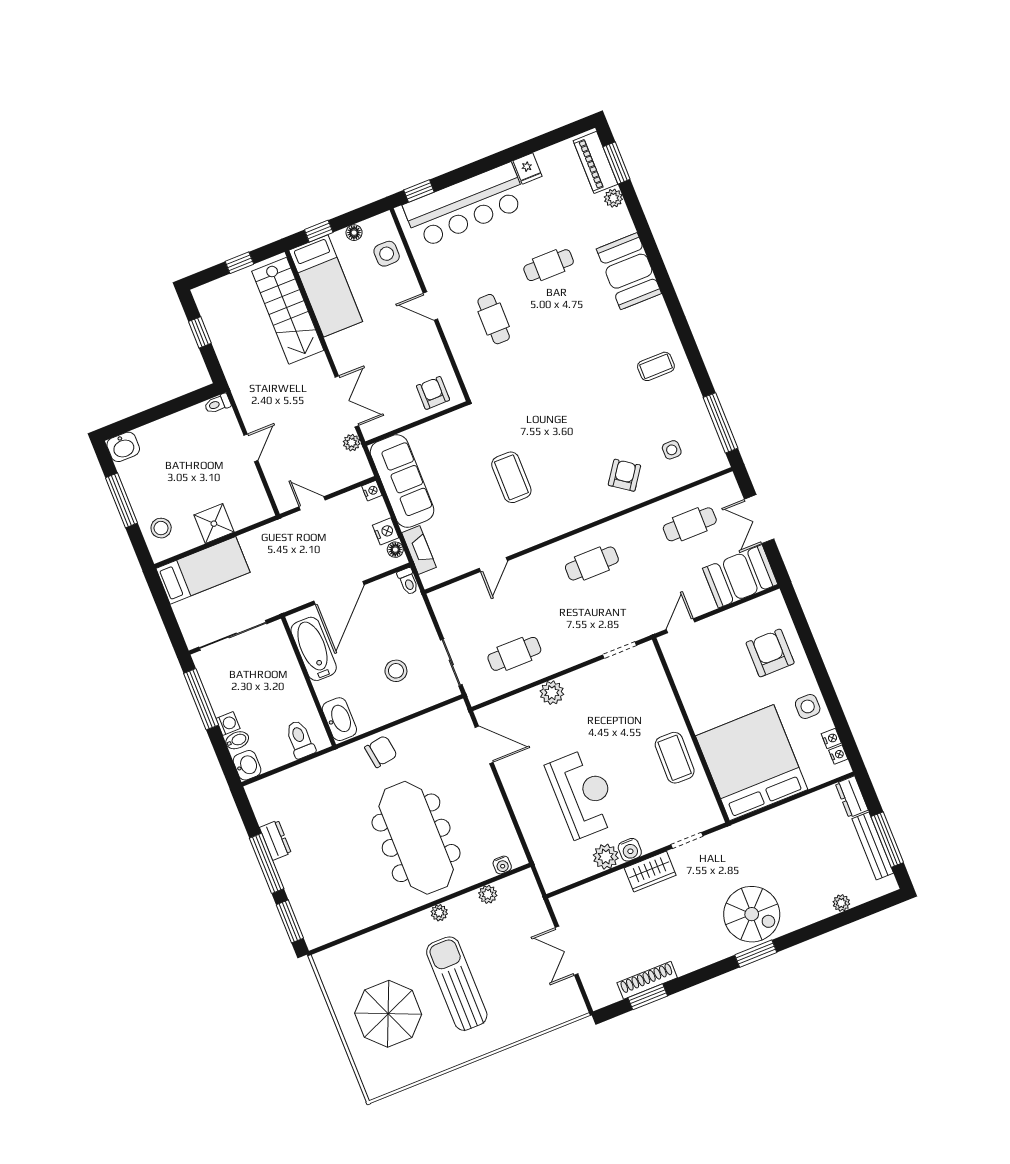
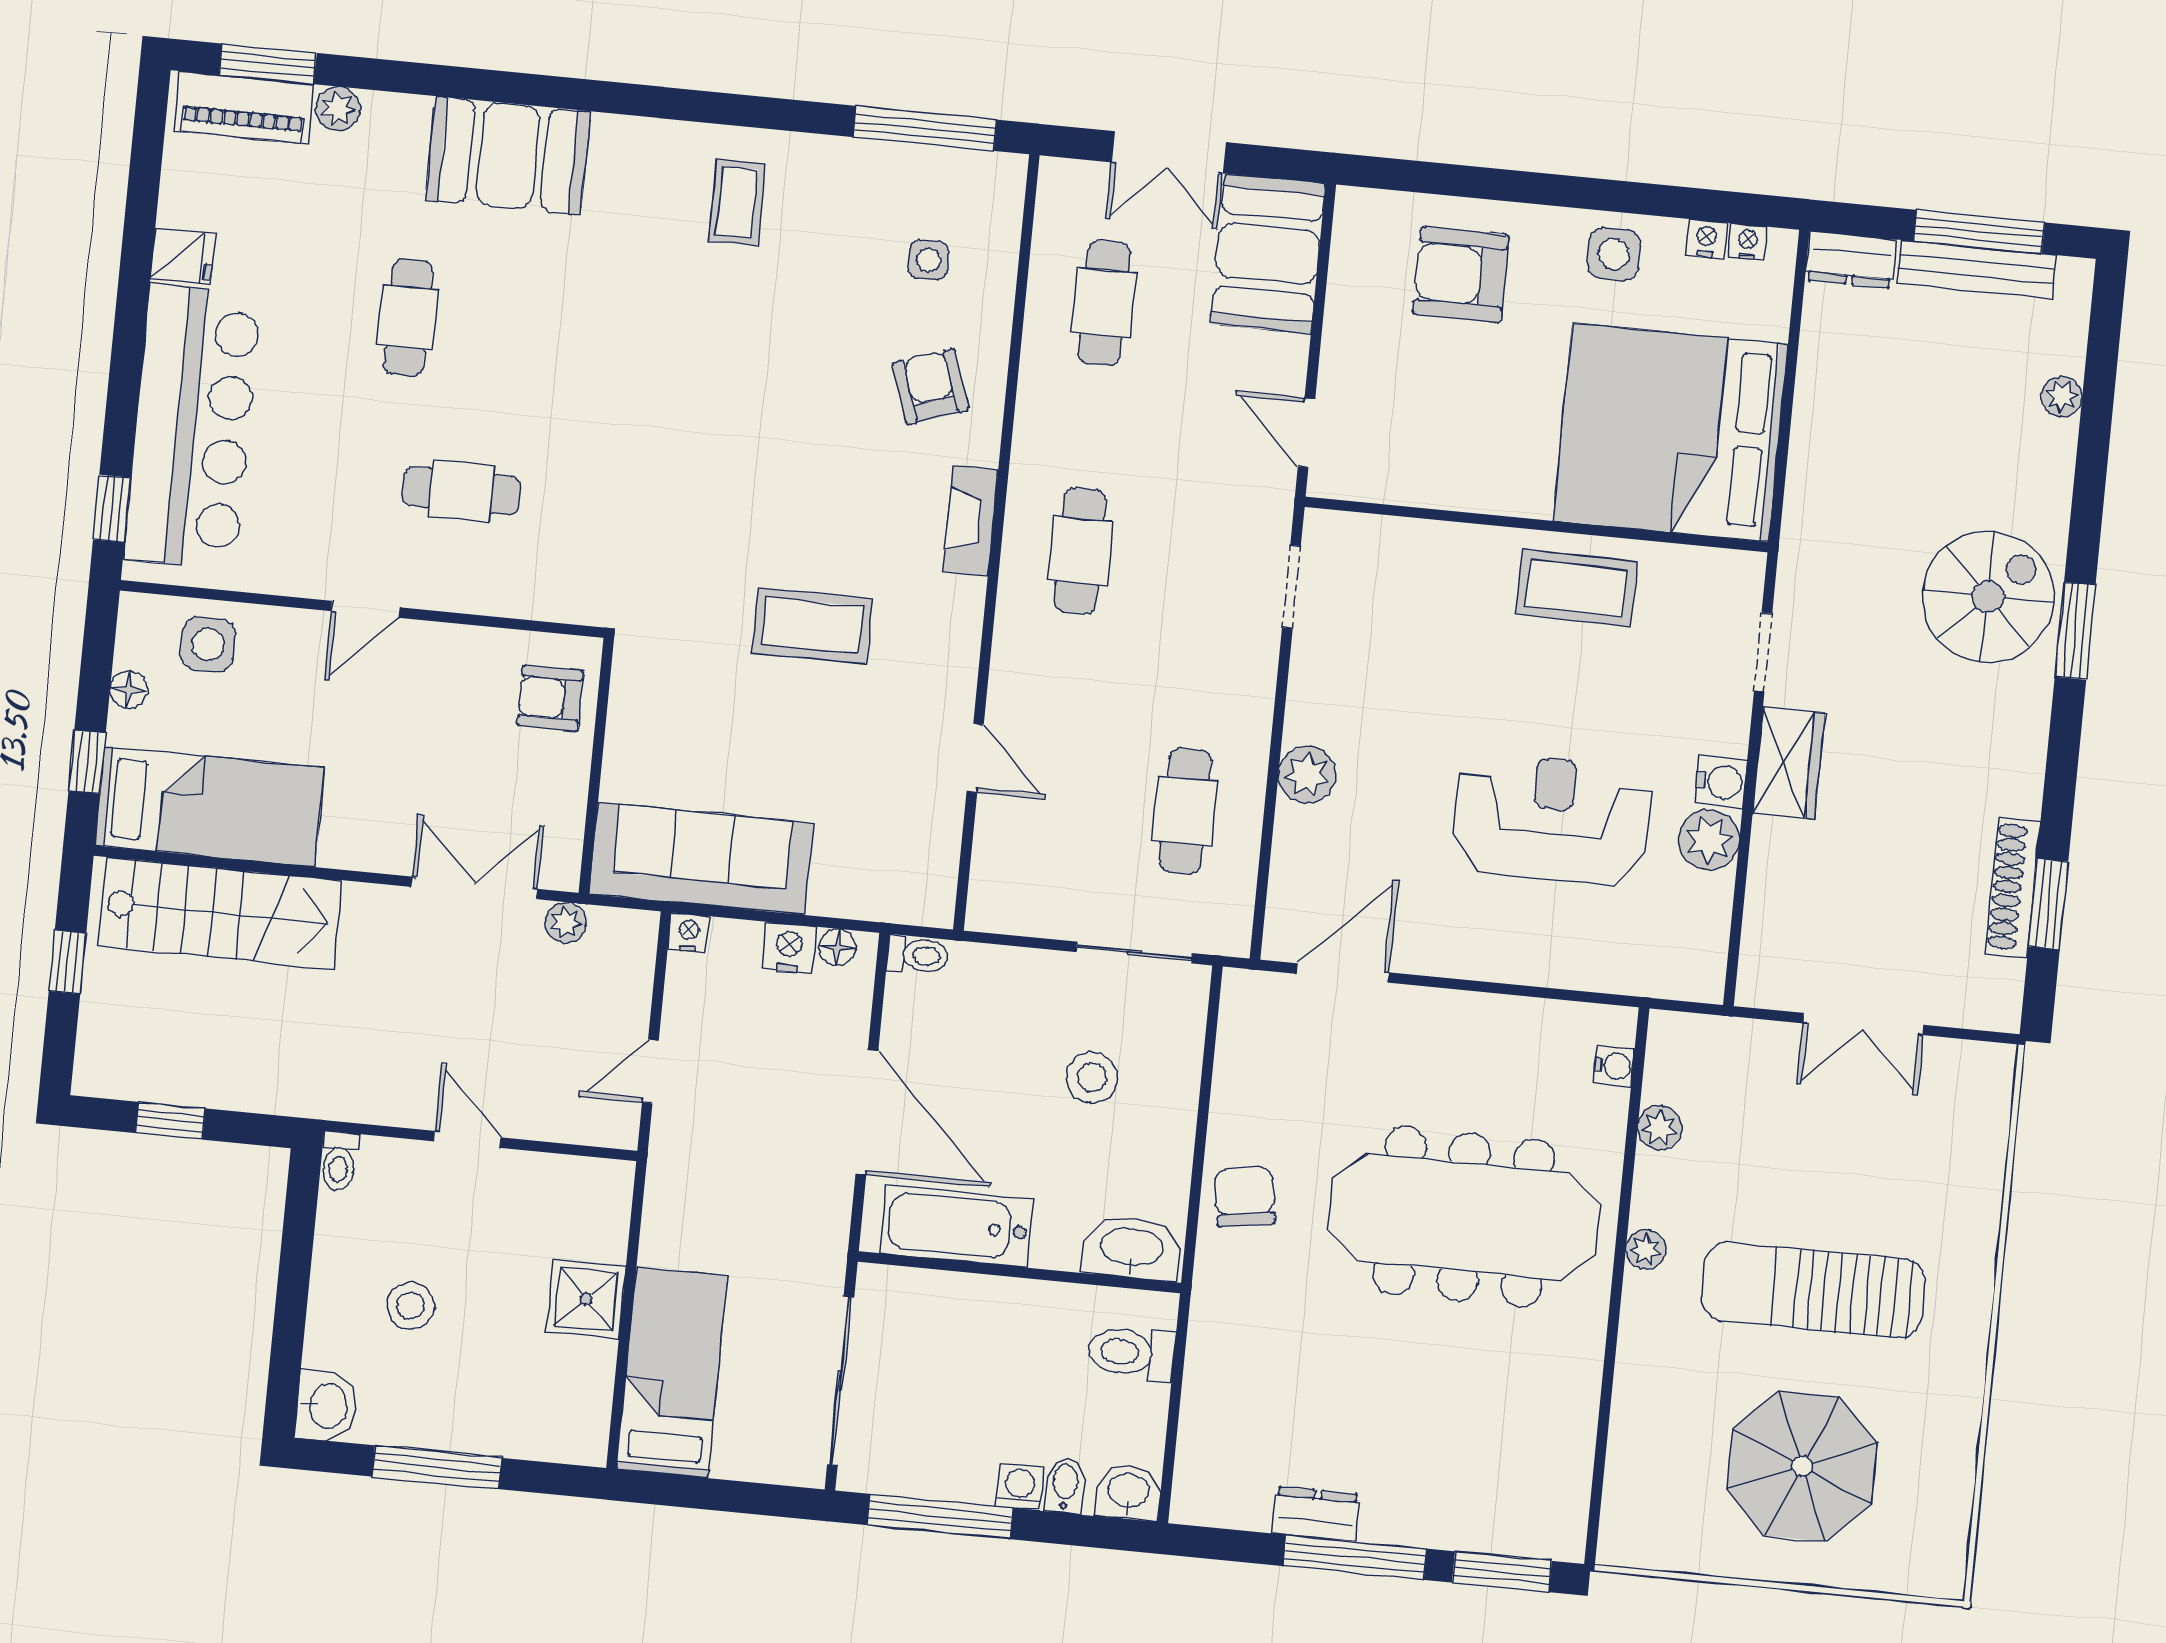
armchair: (624, 475) -> (930, 386), turned 36
stool: (161, 528) -> (410, 1306), moved
fireplace: (419, 550) -> (970, 521), moved, turned -90

